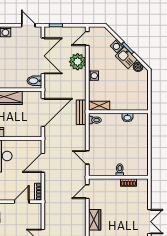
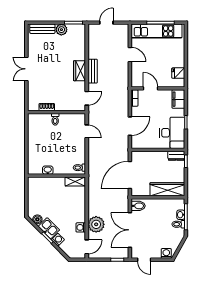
washing machine: (93, 76) -> (81, 227), moved
bench: (81, 112) -> (93, 71), moved
door: (22, 202) -> (151, 88), swing flipped

